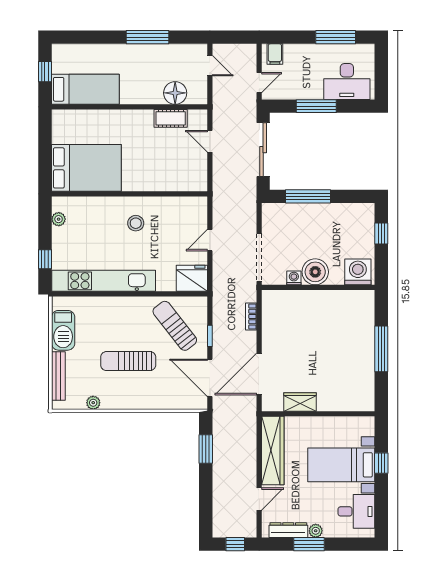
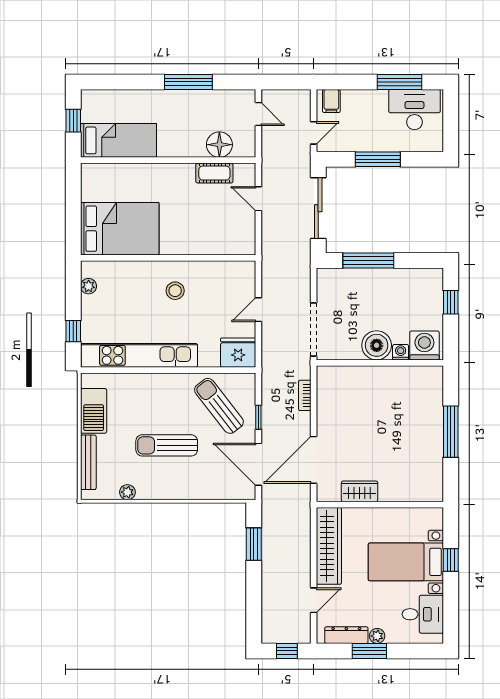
desk: (347, 82) -> (414, 110), moved, turned 180
washing machine: (294, 278) -> (401, 352), moved

